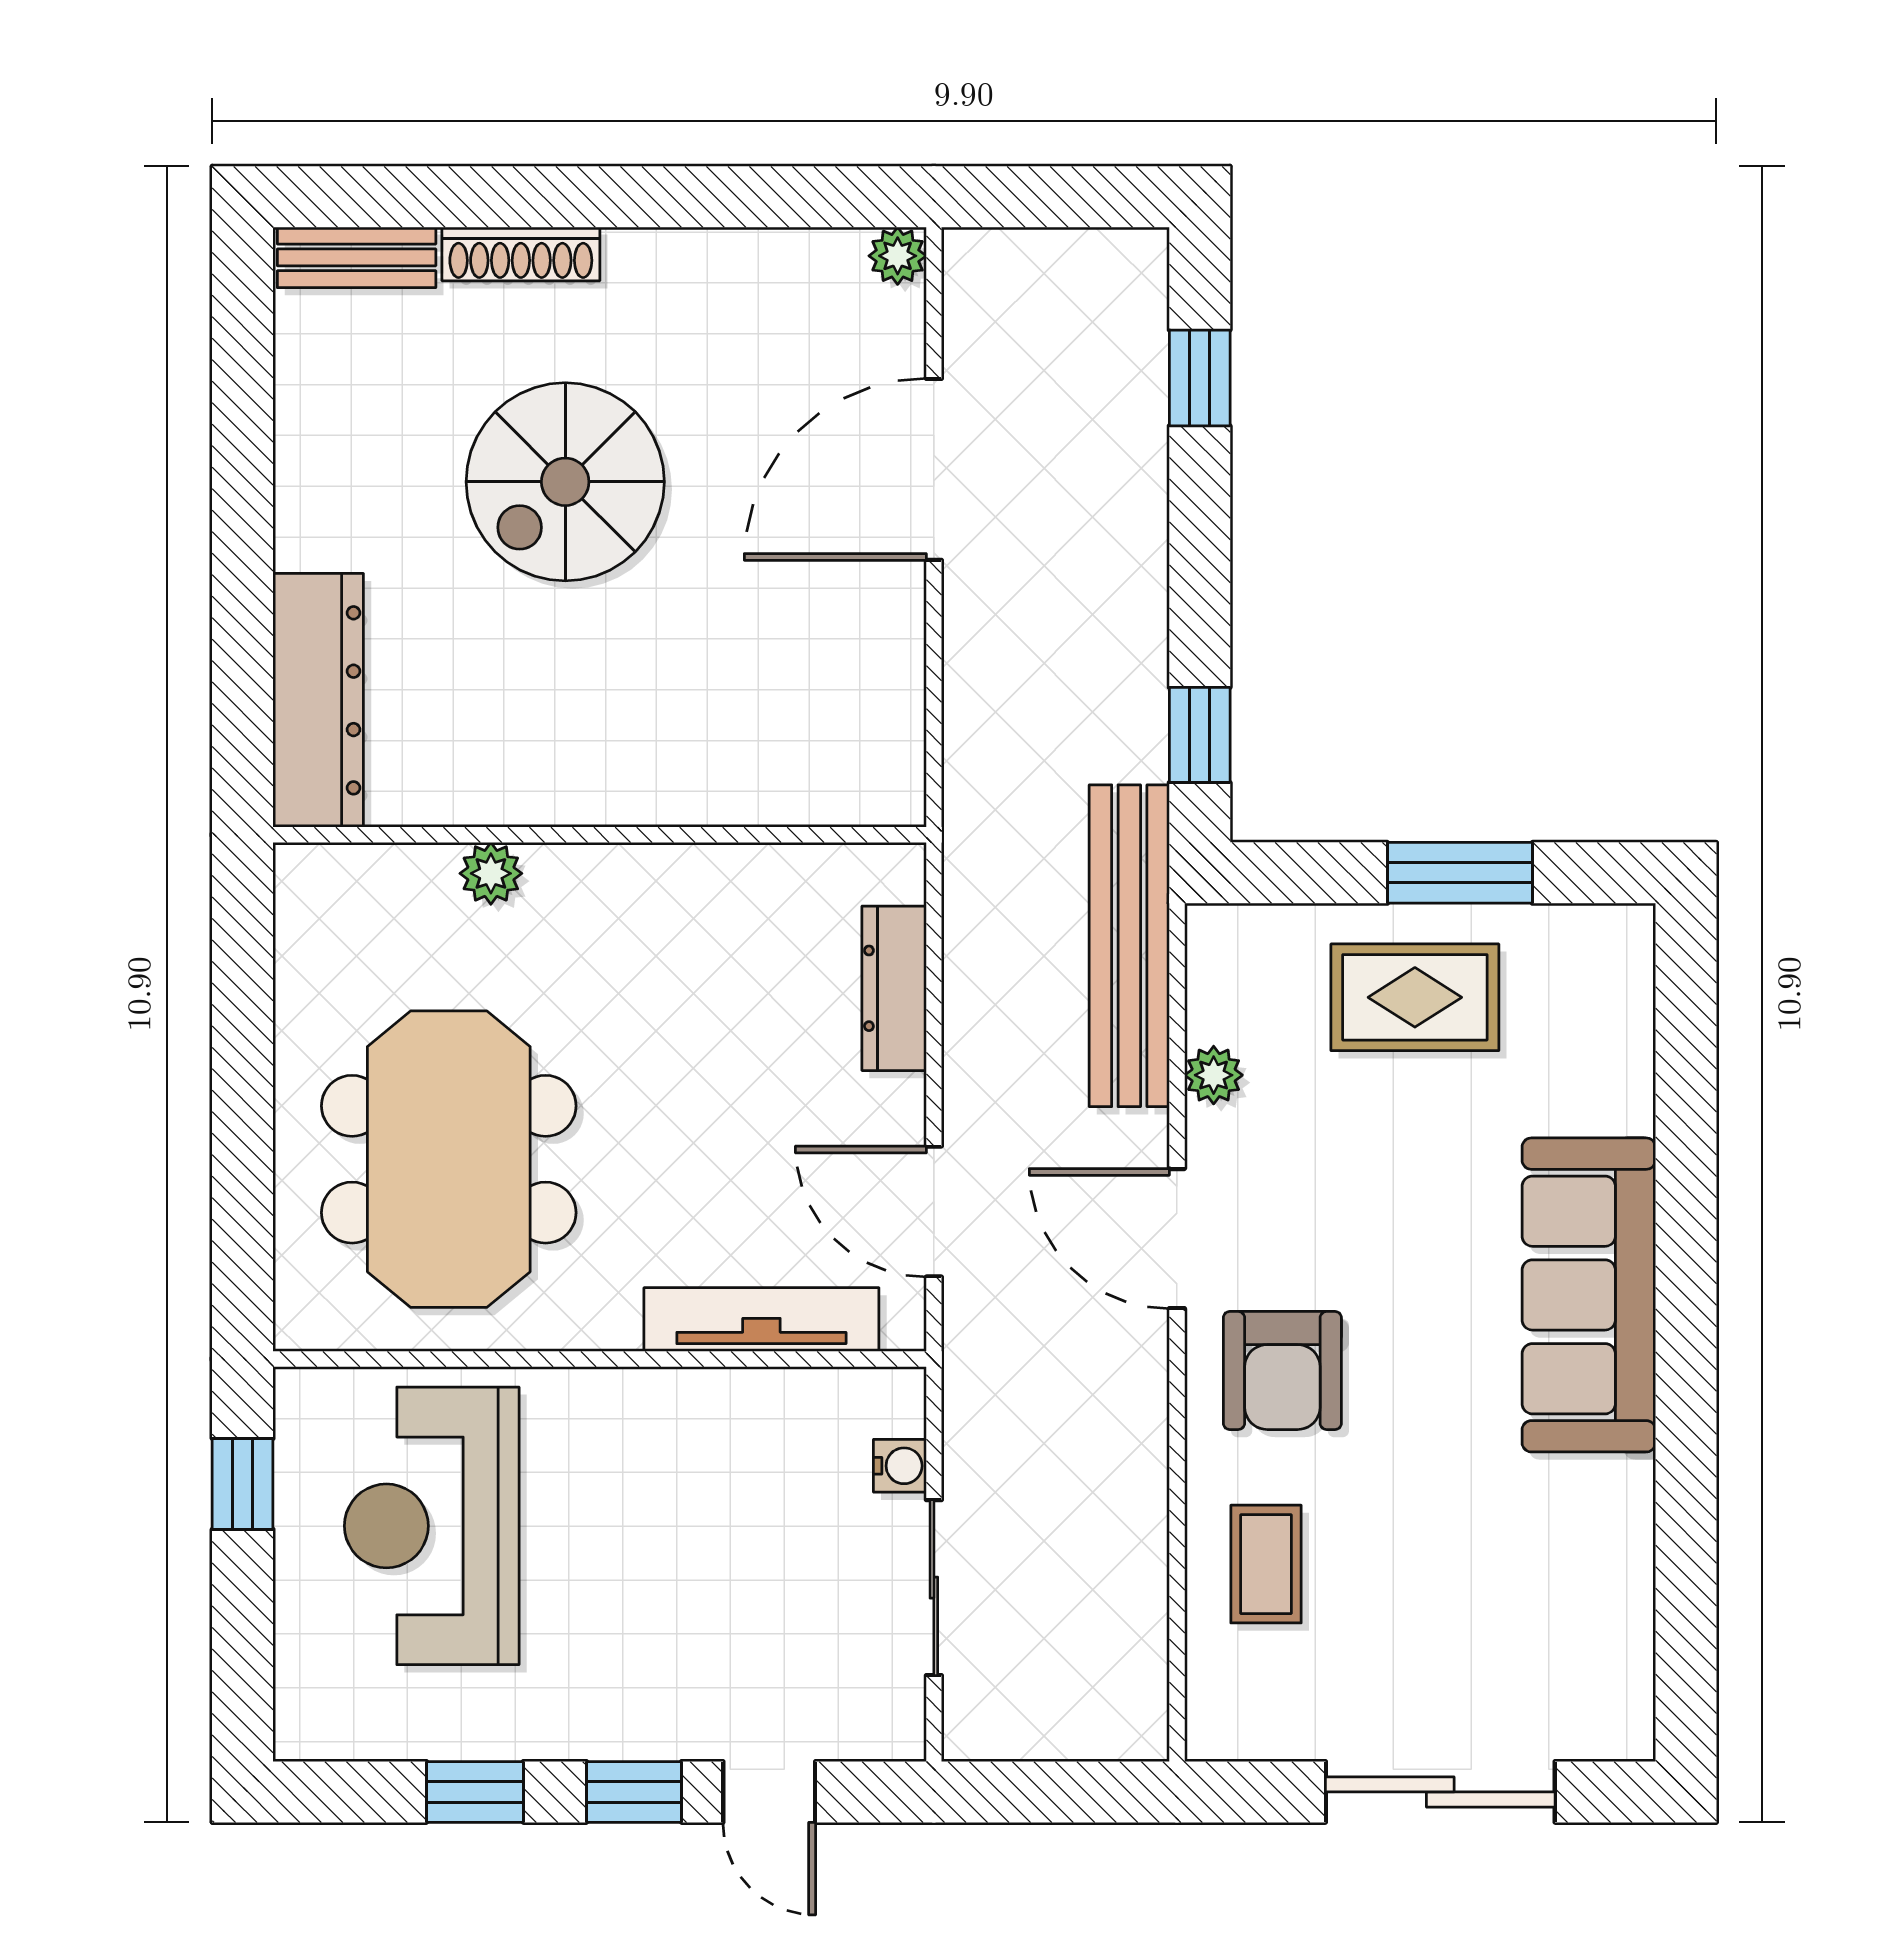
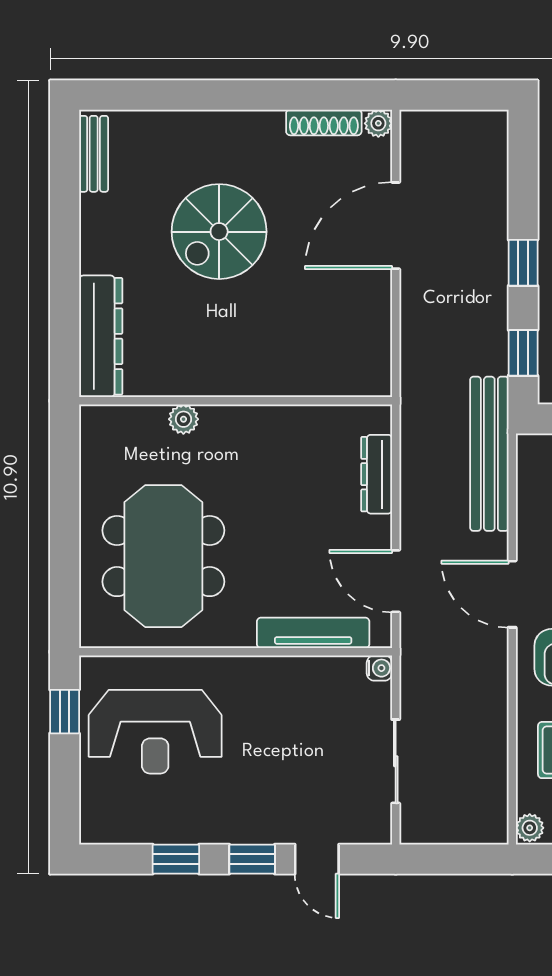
shoe rack: (521, 254) -> (324, 122), moved
bench: (357, 257) -> (94, 154), moved, turned 90
window: (1200, 378) -> (523, 263), moved
plant: (1214, 1075) -> (530, 828), moved
water cooler: (900, 1466) -> (379, 668), moved
reception desk: (432, 1526) -> (155, 732), turned -90

